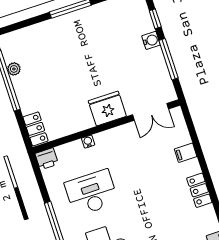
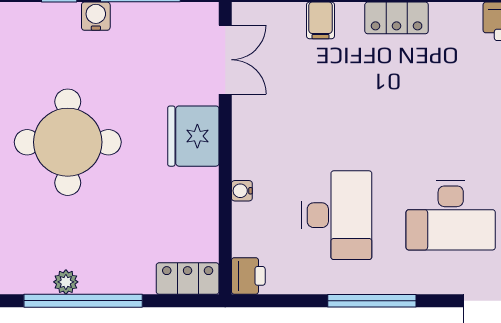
round table: (84, 47) -> (68, 142), added
desk: (91, 193) -> (337, 215), turned 180

